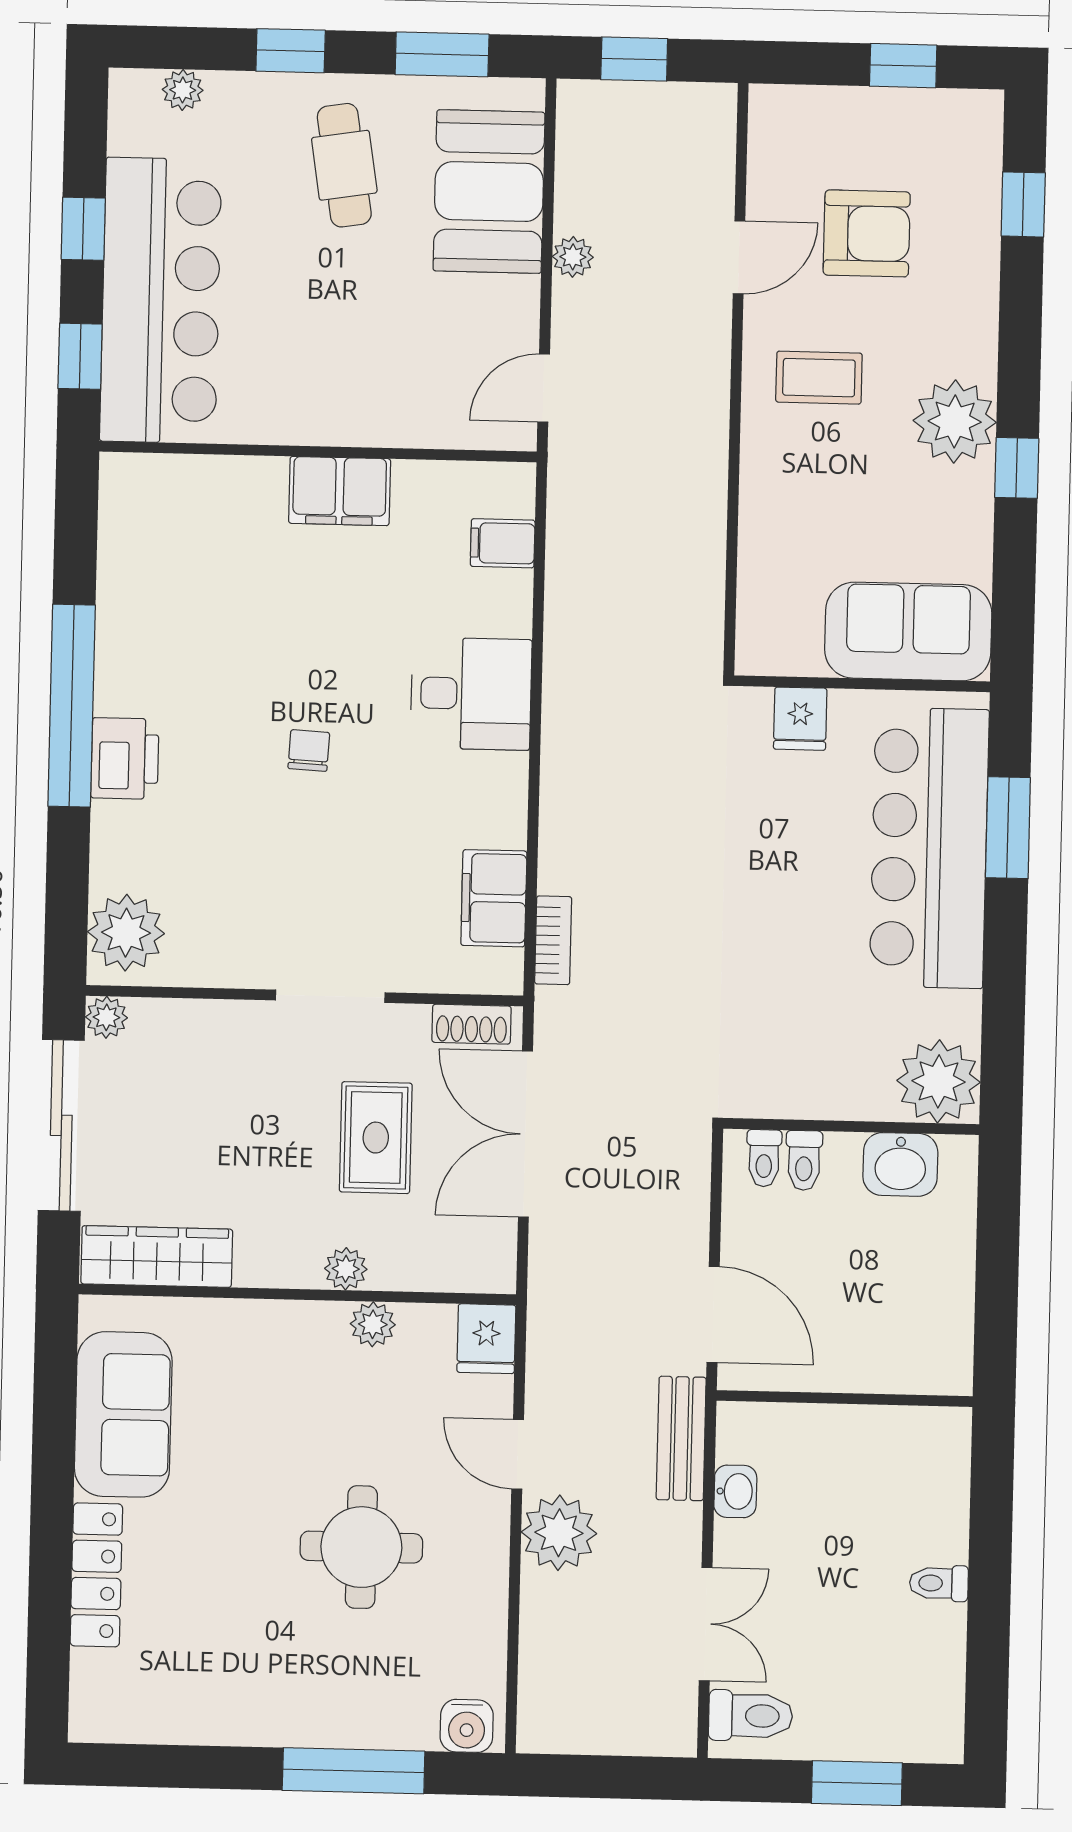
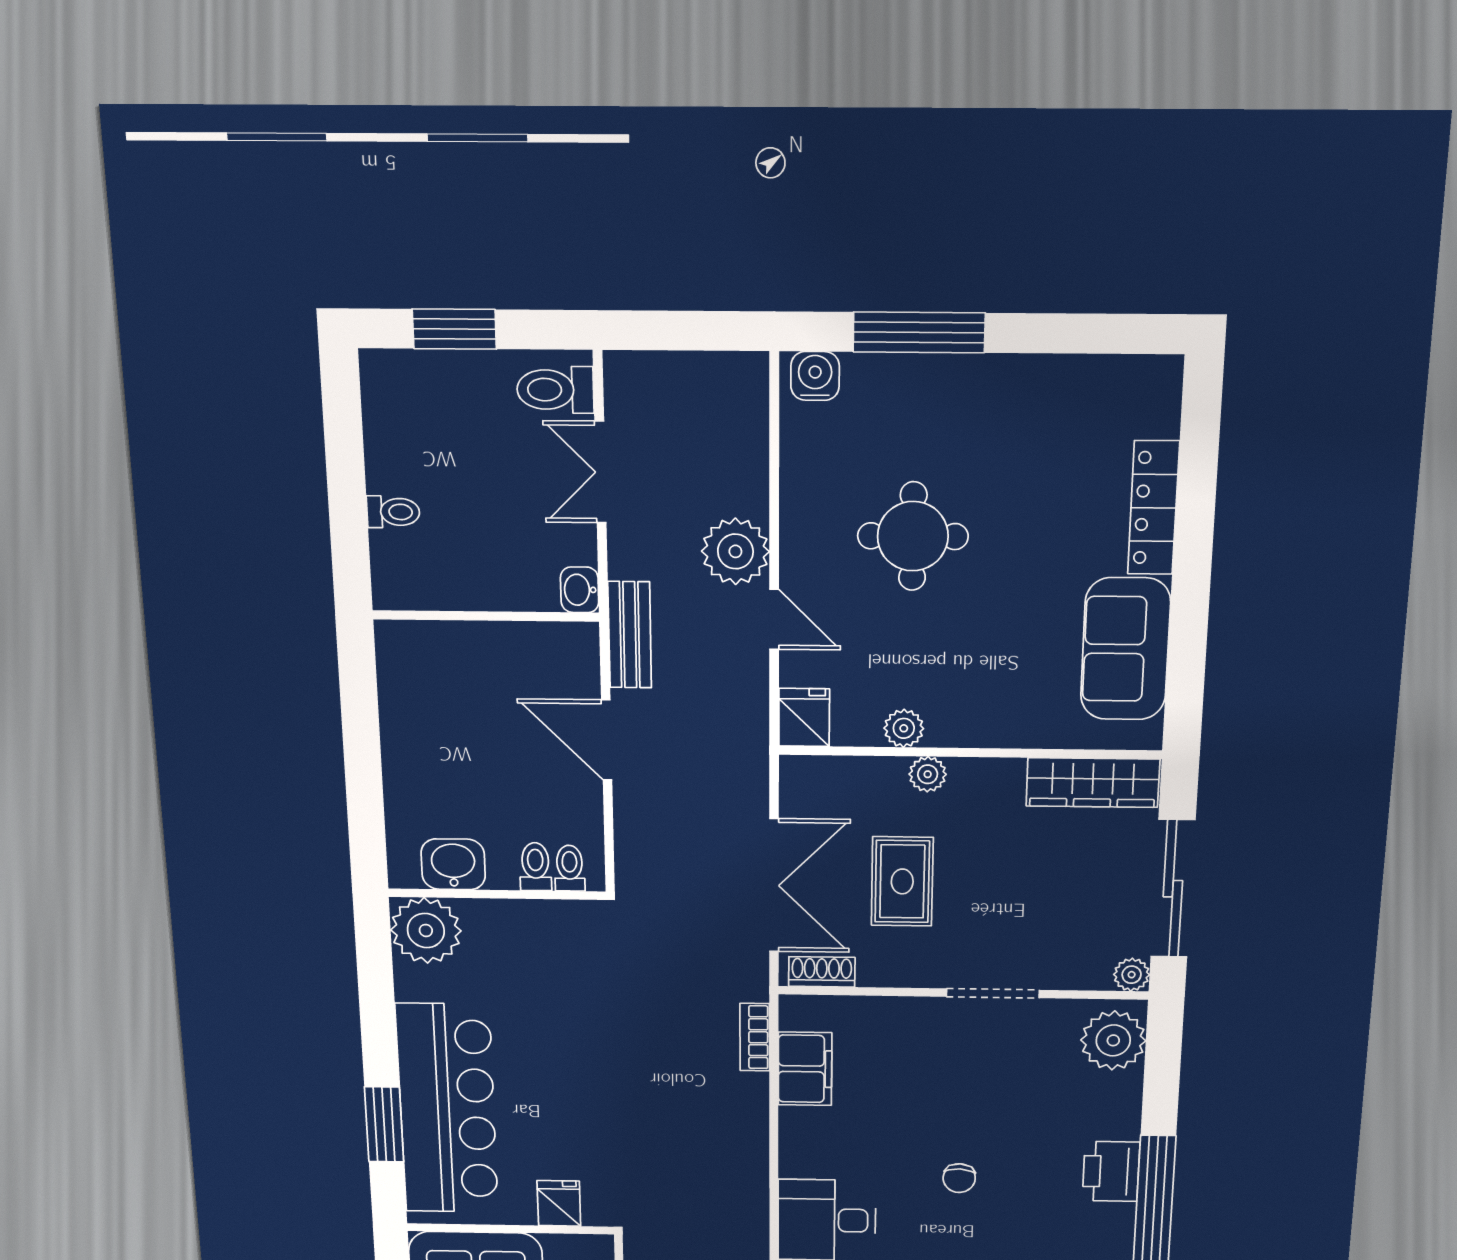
doorway: (330, 996) -> (993, 993), moved
wall: (845, 1399) -> (486, 616), moved

